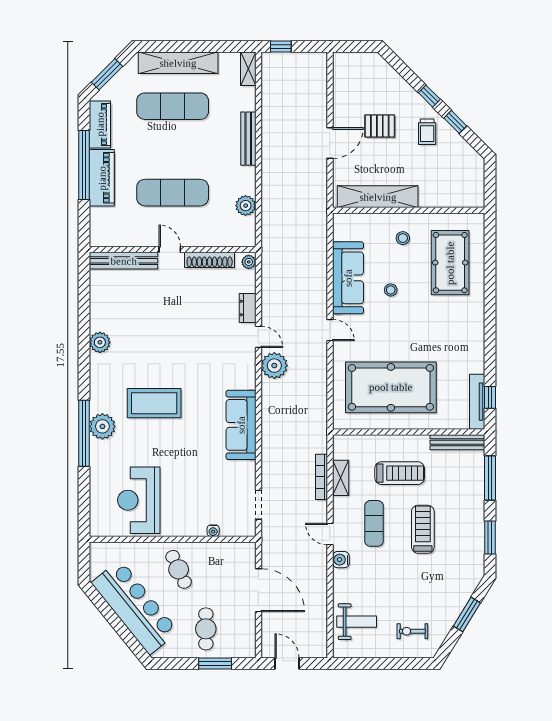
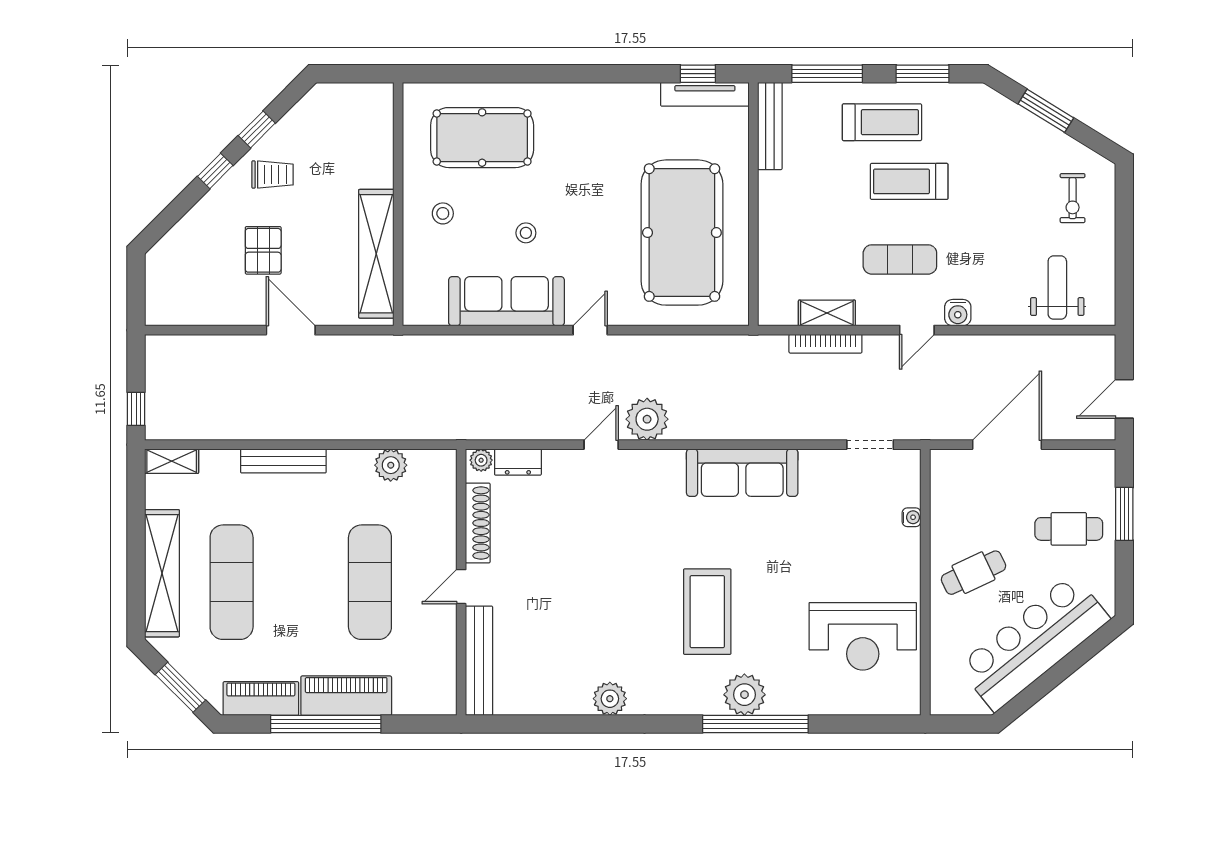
dresser: (248, 308) -> (518, 462), moved
treadmill: (400, 473) -> (882, 122), moved, turned 90

